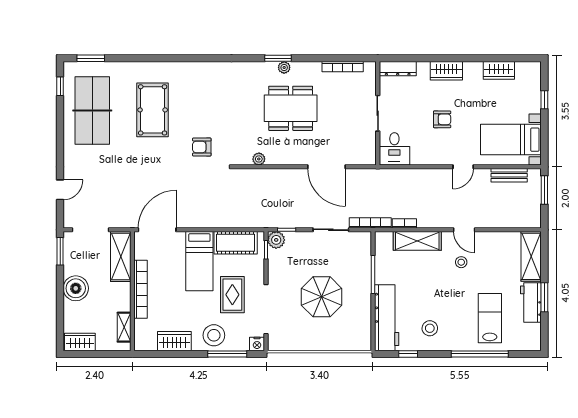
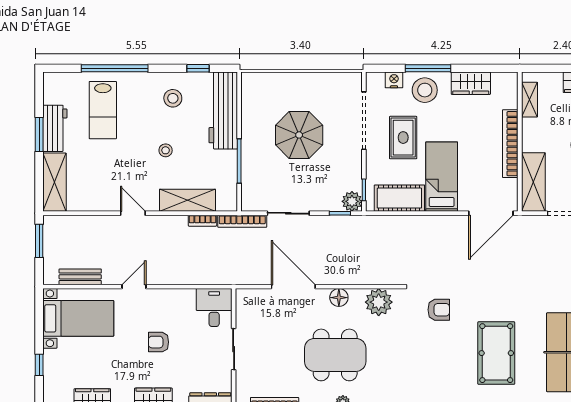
floor lamp: (287, 157) -> (339, 298), added
plant: (259, 159) -> (379, 302), width x1.88, depth x1.88
window: (544, 190) -> (39, 241), moved
stool: (461, 262) -> (166, 150), moved
nightstand: (257, 344) -> (394, 80), moved
window: (227, 354) -> (428, 68), moved

